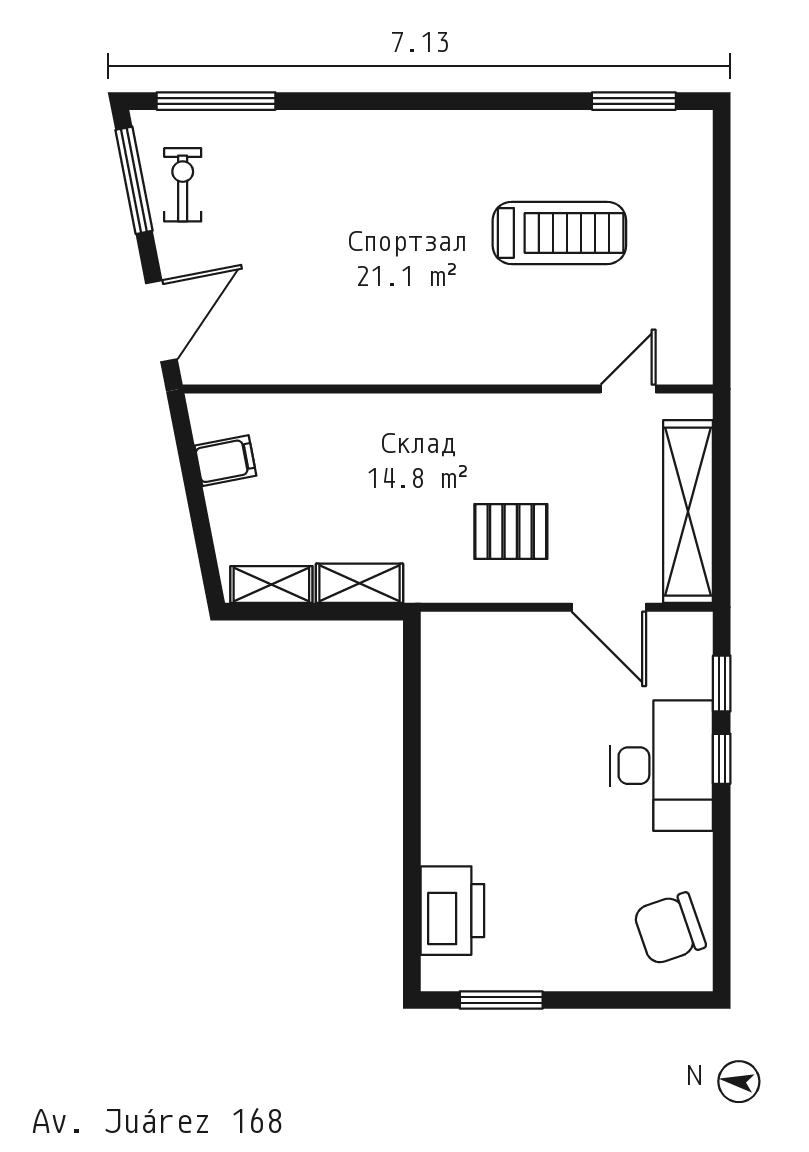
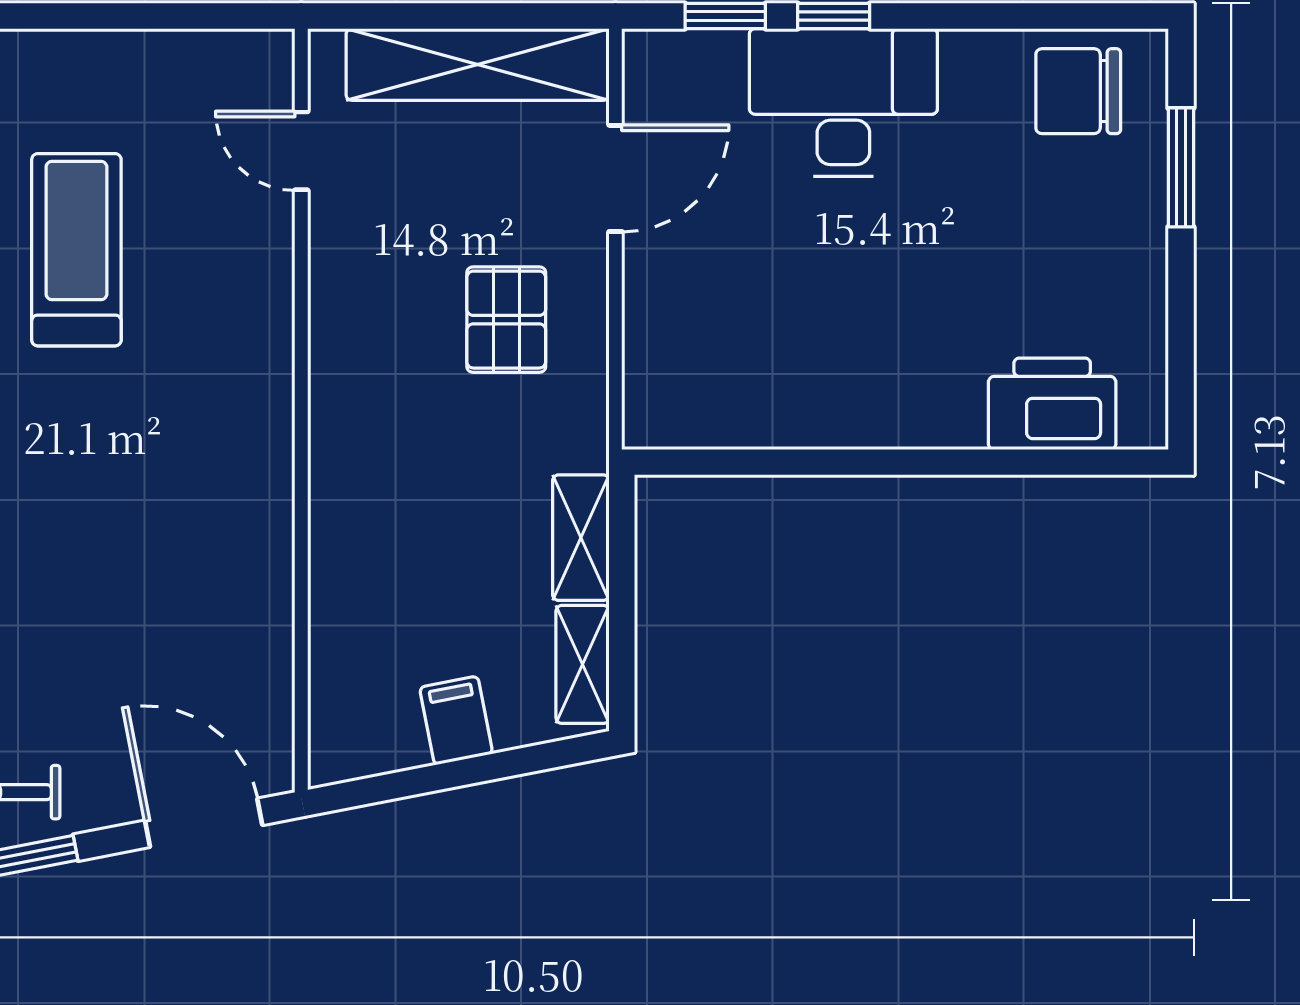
filing cabinet: (225, 461) -> (456, 720), moved
chair: (670, 929) -> (1078, 91), turned 109
window: (501, 1000) -> (1181, 167), moved

